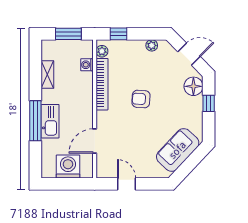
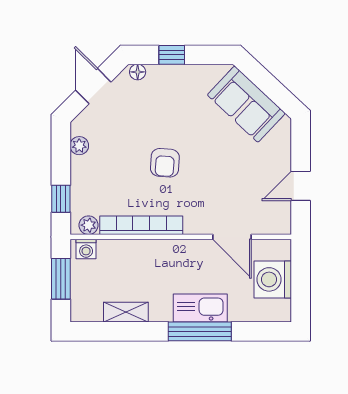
washing machine: (87, 65) -> (86, 249), moved
floor lamp: (193, 86) -> (138, 72), width x0.53, depth x0.53

